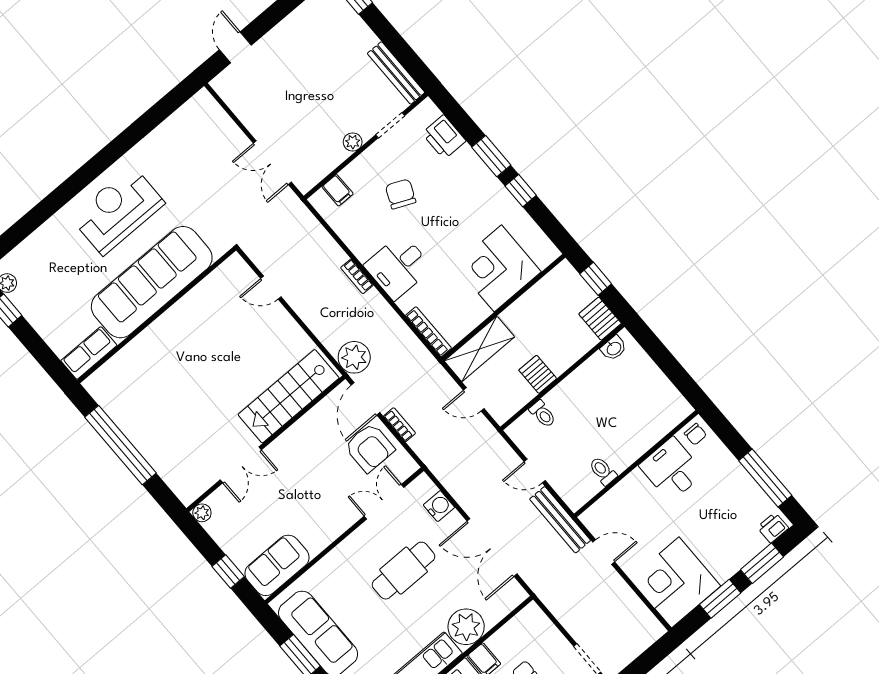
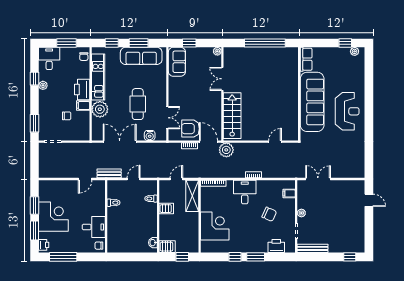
bench: (560, 520) -> (109, 173), width x0.73
corner desk: (675, 582) -> (53, 217), moved

